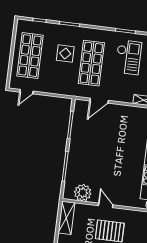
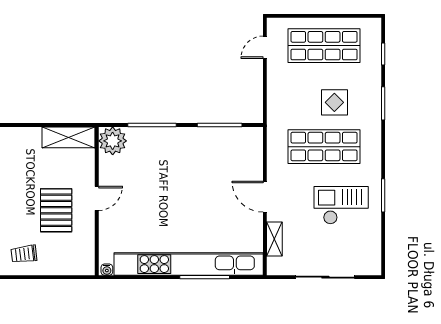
checkout: (128, 57) -> (341, 205), turned 180
door: (27, 92) -> (265, 47), hinge flipped
door: (99, 101) -> (265, 197), moved
plant: (83, 193) -> (113, 141), moved

